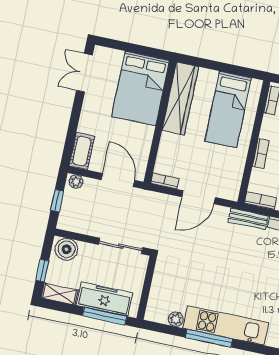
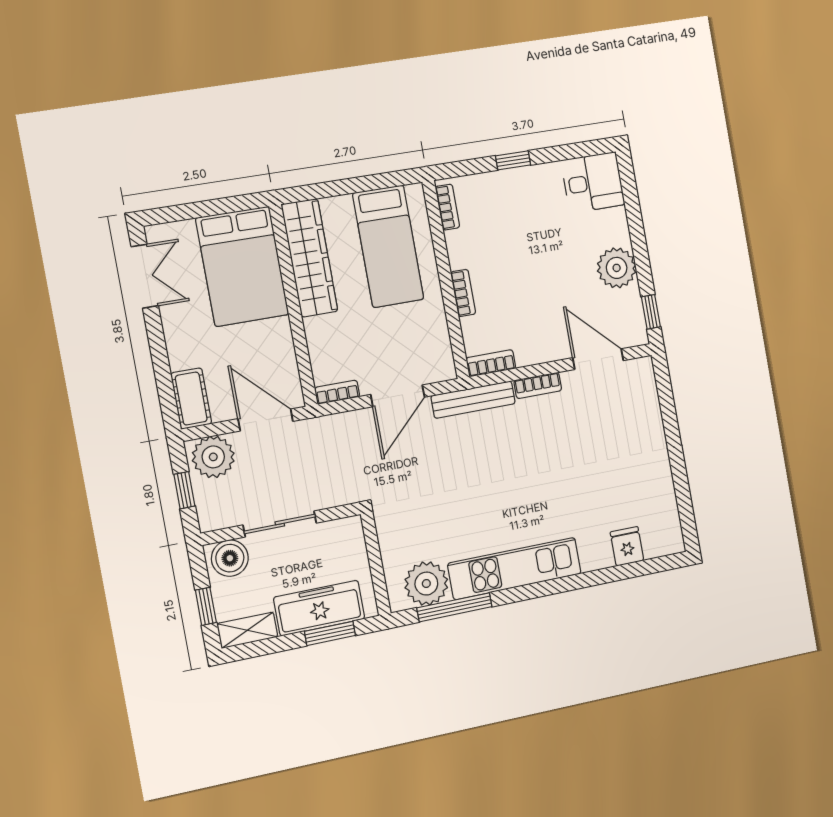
double door: (84, 73) -> (145, 276), swing flipped
plant: (76, 182) -> (213, 457), width x1.87, depth x1.87
bench: (248, 219) -> (473, 400), width x1.36
sliding door: (121, 246) -> (280, 524), moved
window: (105, 316) -> (330, 633), width x0.69
plant: (176, 319) -> (426, 584), width x1.87, depth x1.87
window: (209, 338) -> (454, 607), moved

